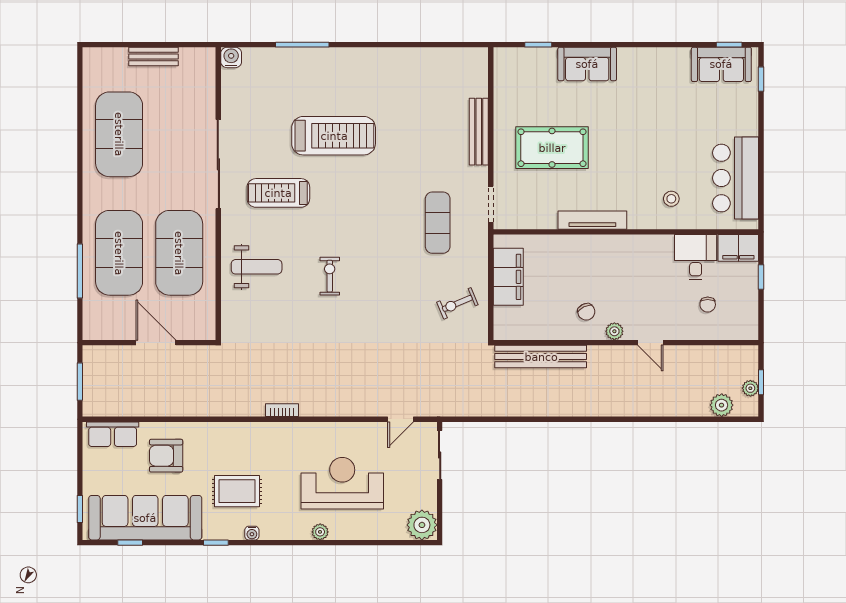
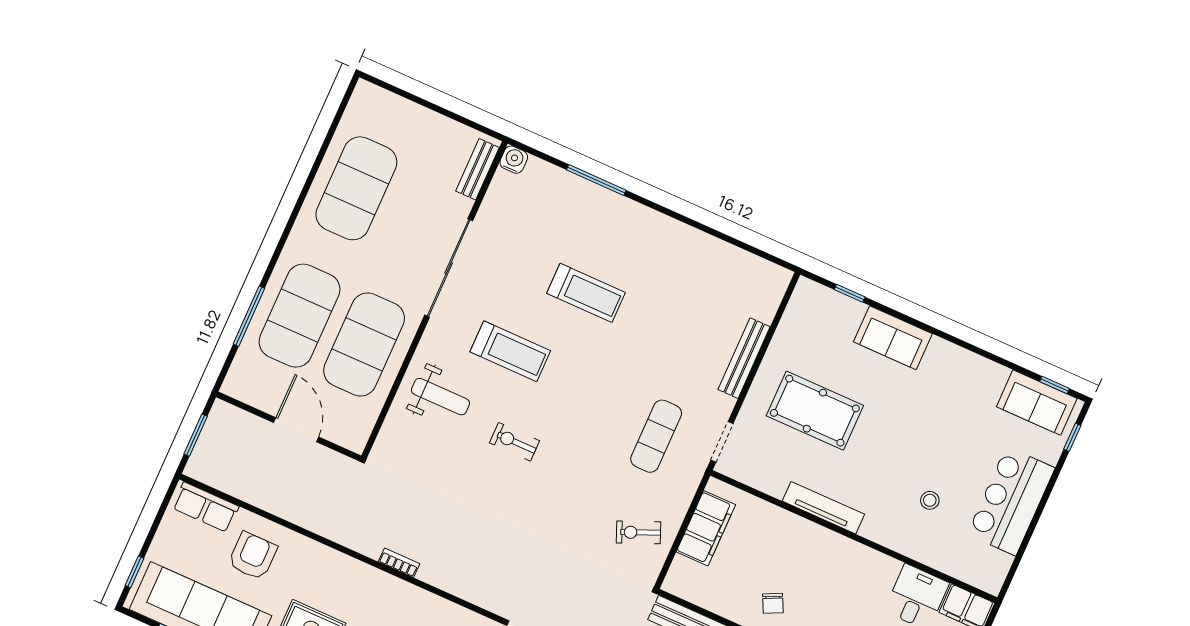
bench: (154, 57) -> (477, 169), moved, turned 90
treadmill: (334, 136) -> (586, 293), width x0.73, depth x0.73
bar counter: (736, 178) -> (1011, 501), moved
treadmill: (278, 193) -> (510, 351), moved, turned 180
stool: (671, 199) -> (930, 500), moved
exercise bike: (330, 276) -> (514, 442), turned -90
armchair: (166, 456) -> (253, 556), turned 90

